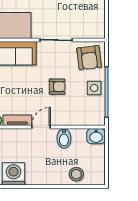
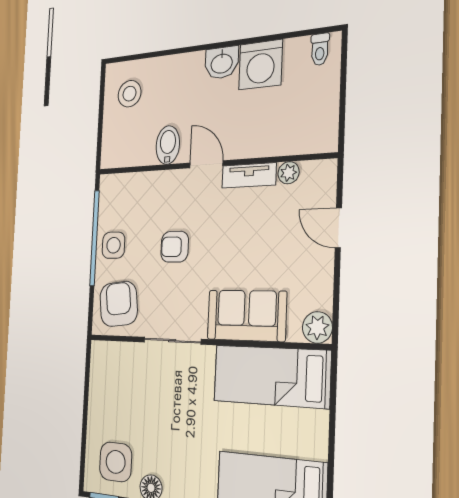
door: (41, 127) -> (206, 164), swing flipped
washbasin: (96, 136) -> (222, 63), moved, turned 180
stool: (76, 174) -> (130, 94), moved

